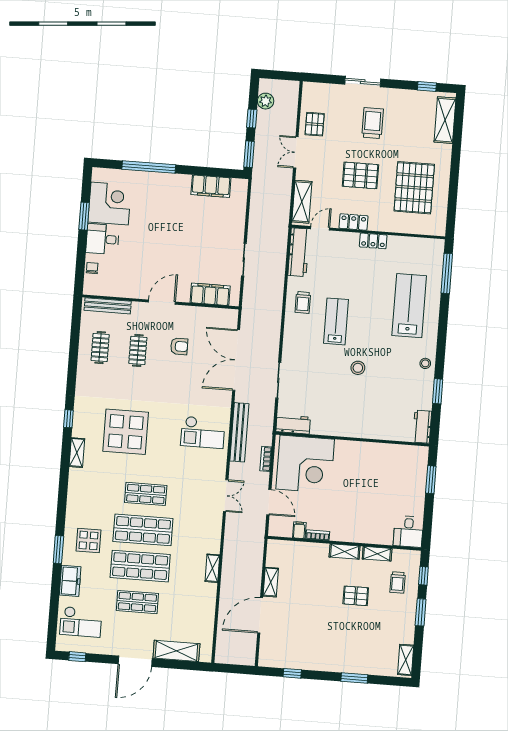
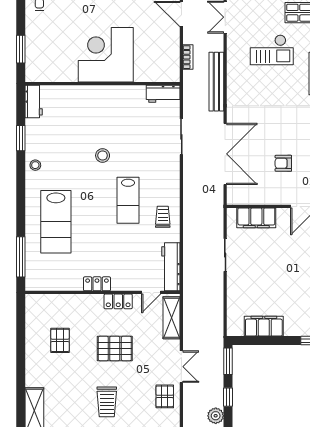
pallet: (414, 188) -> (60, 340), width x0.49, depth x0.50
checkout: (203, 432) -> (272, 50), moved, turned 180
corner desk: (305, 464) -> (106, 55), moved

